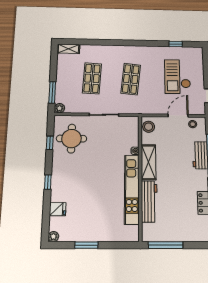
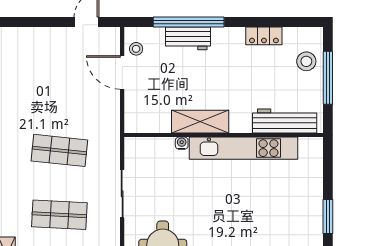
checkout: (177, 77) -> (54, 72), removed
stool: (149, 127) -> (306, 61), moved
workbench: (149, 201) -> (285, 121), moved
window: (166, 245) -> (328, 78), moved

